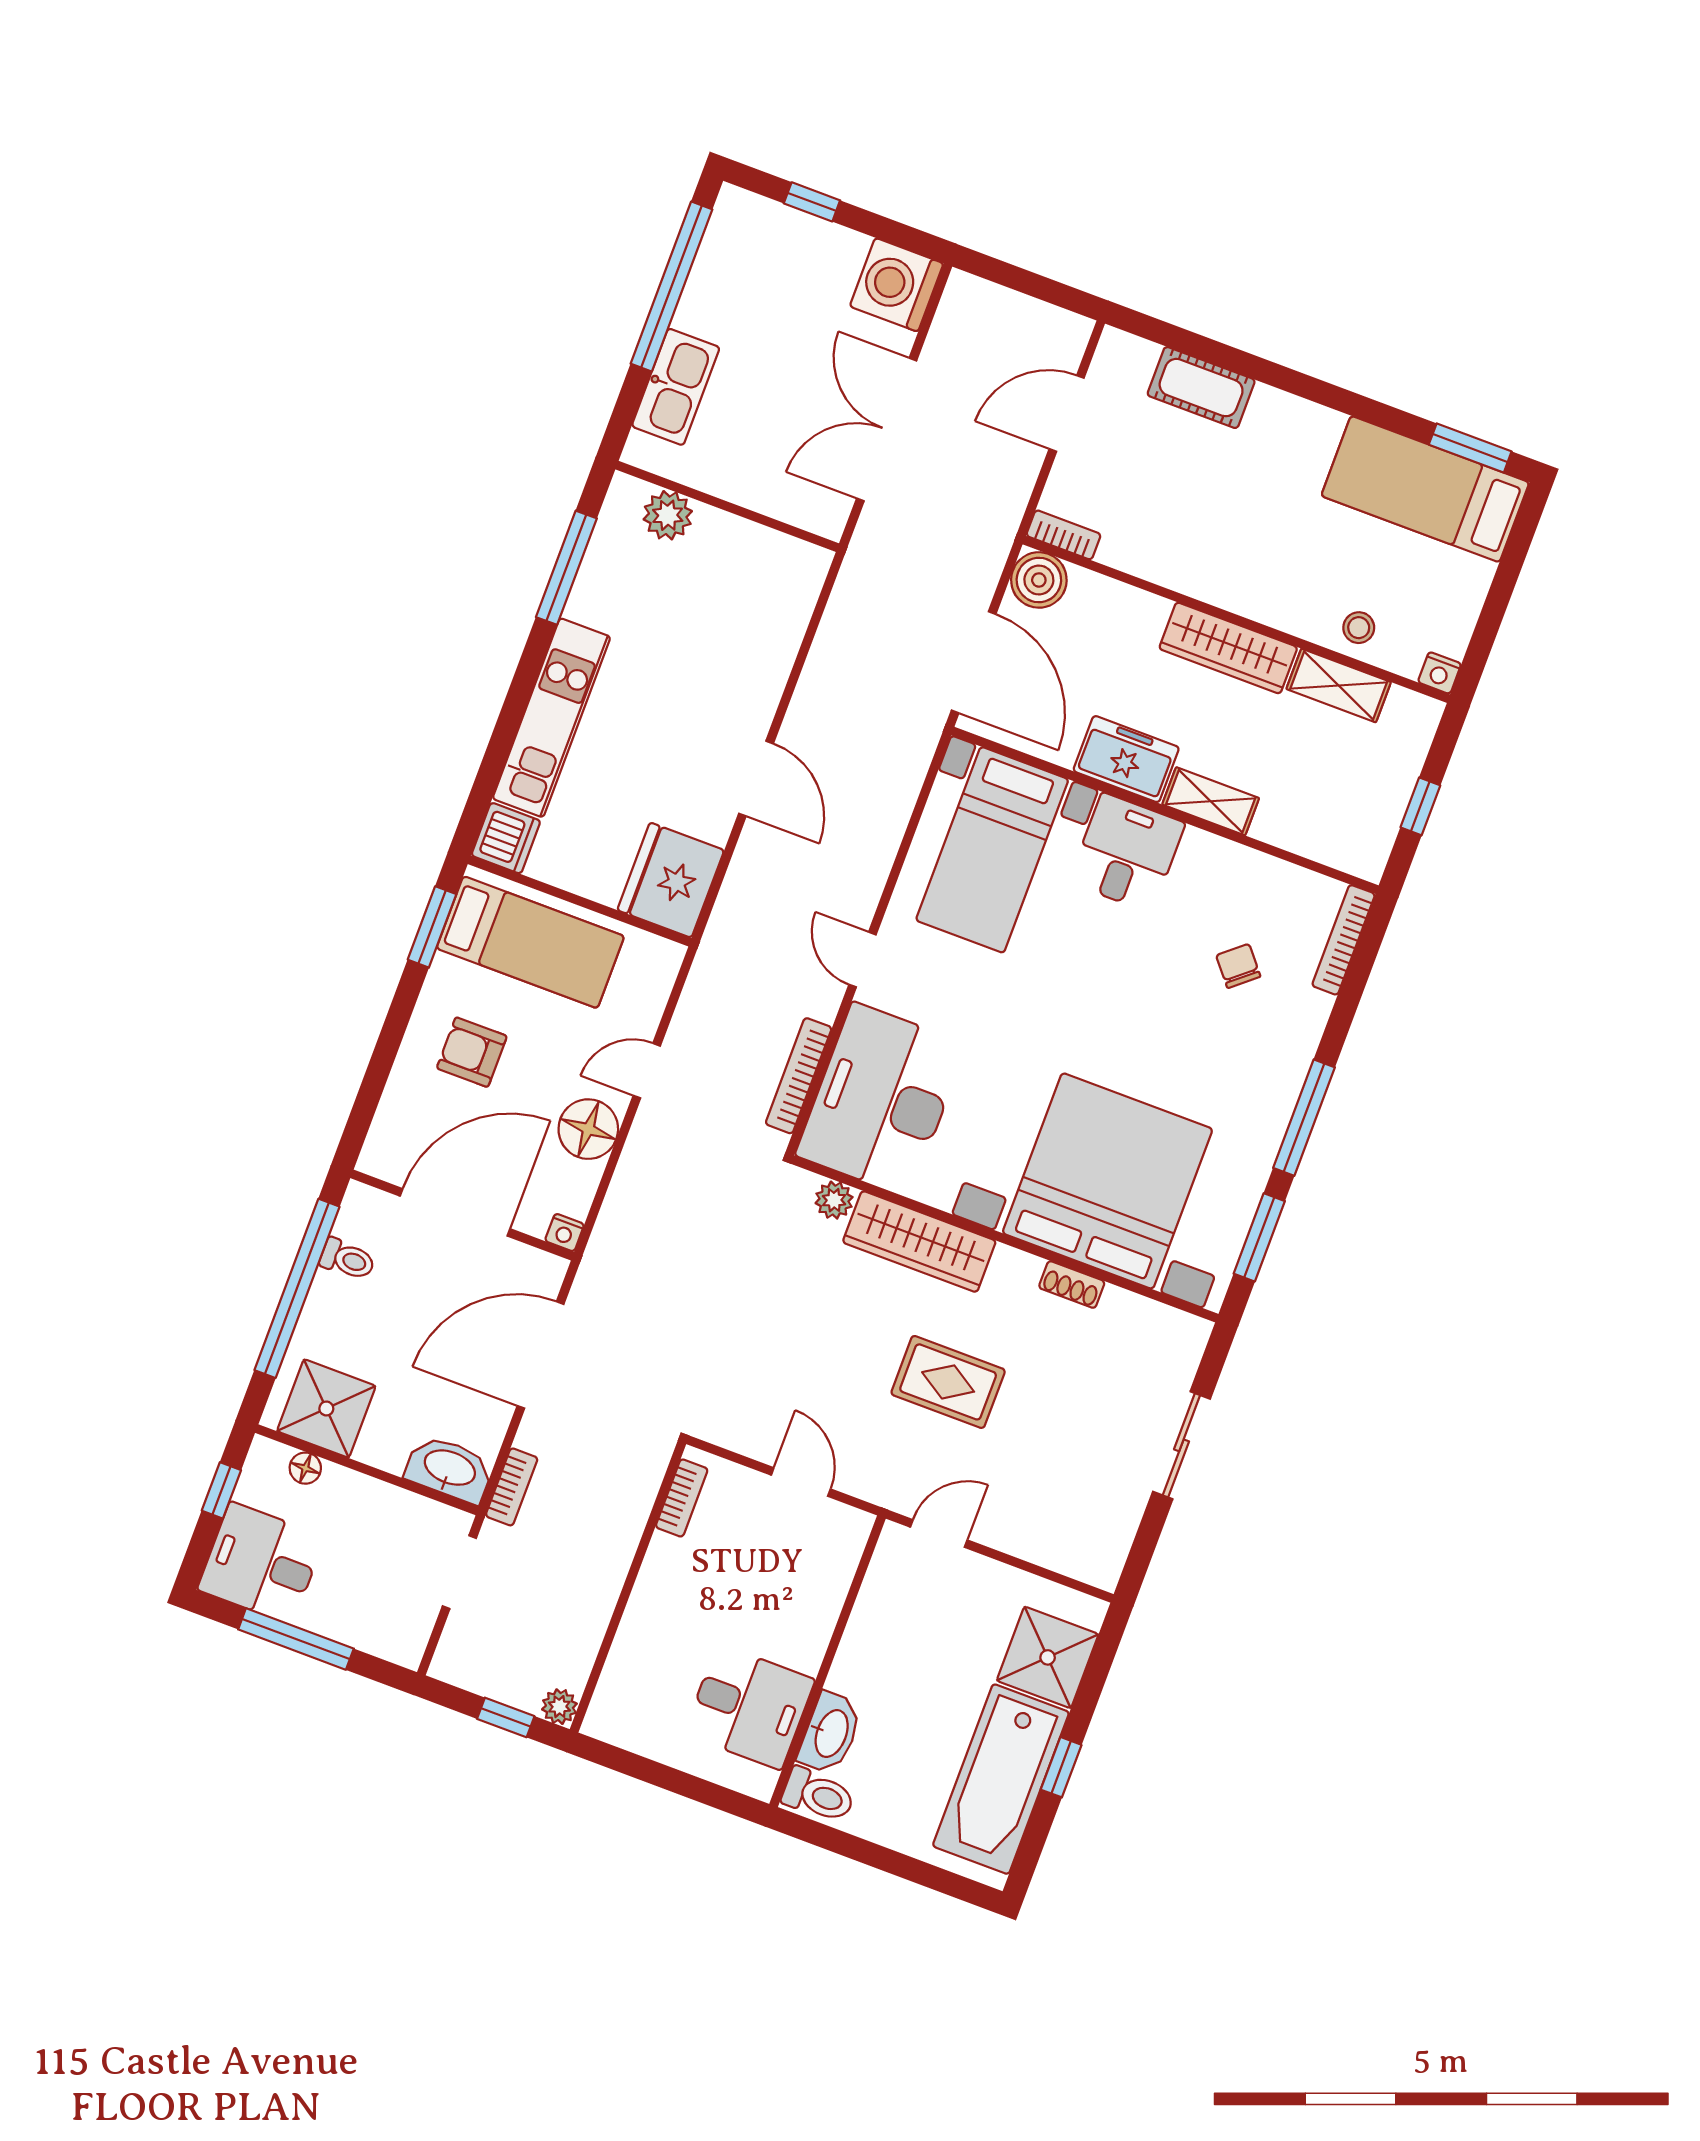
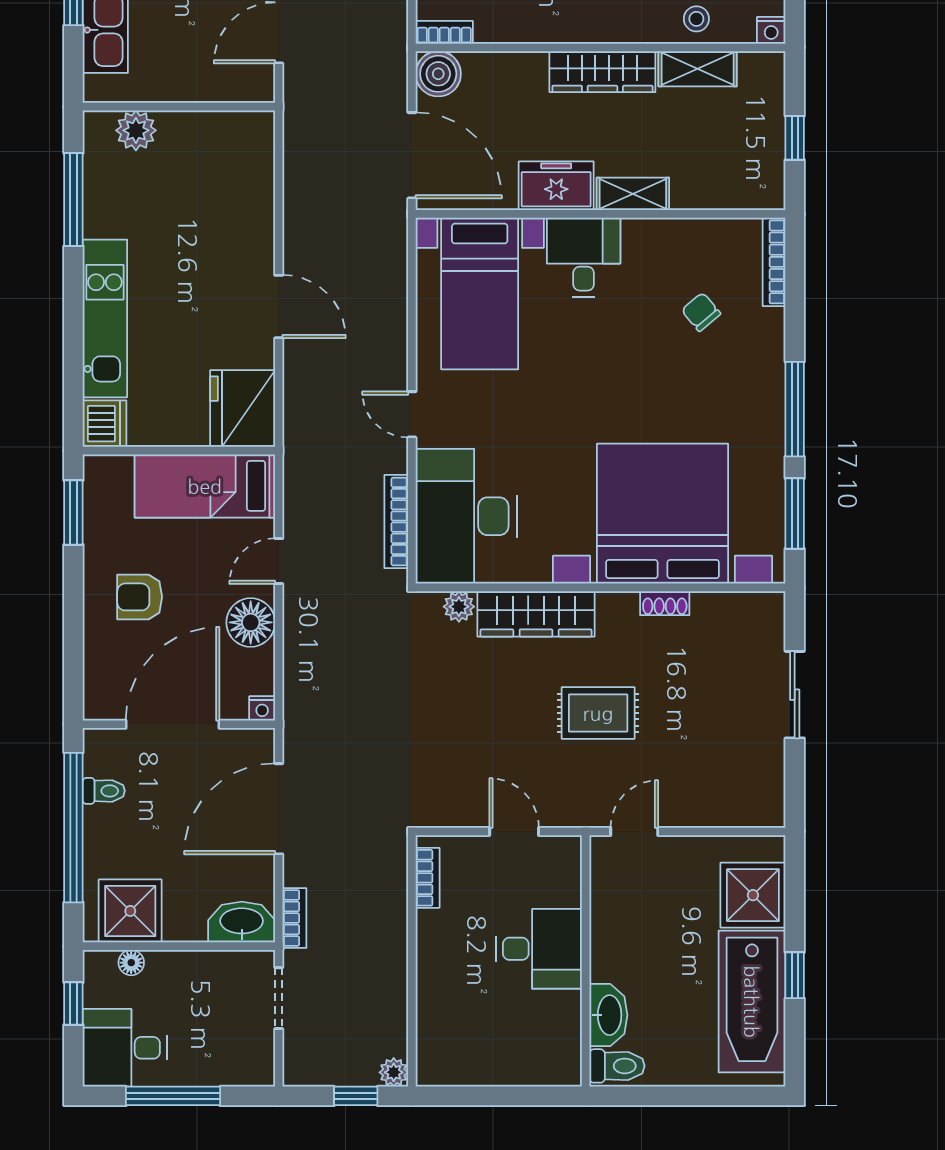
bed: (530, 942) -> (205, 486), moved, turned 180
desk: (749, 1707) -> (539, 949), moved

